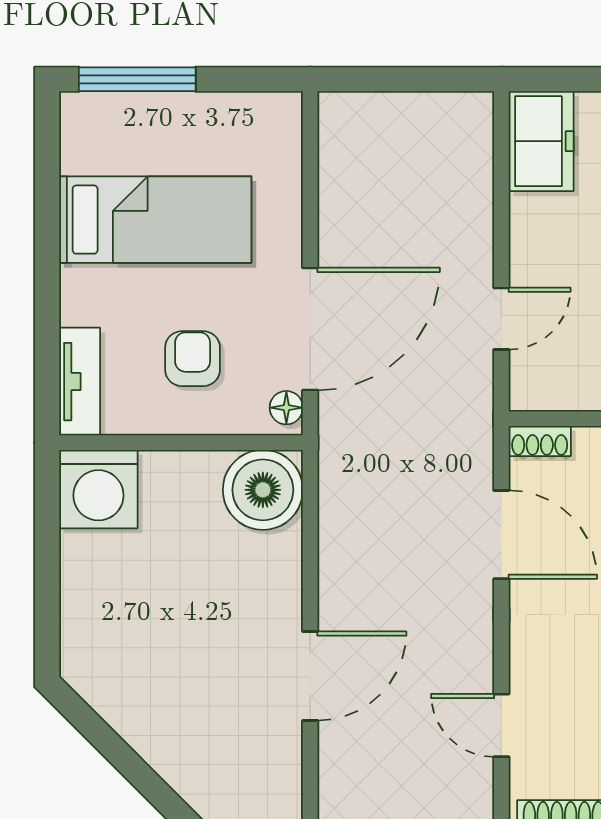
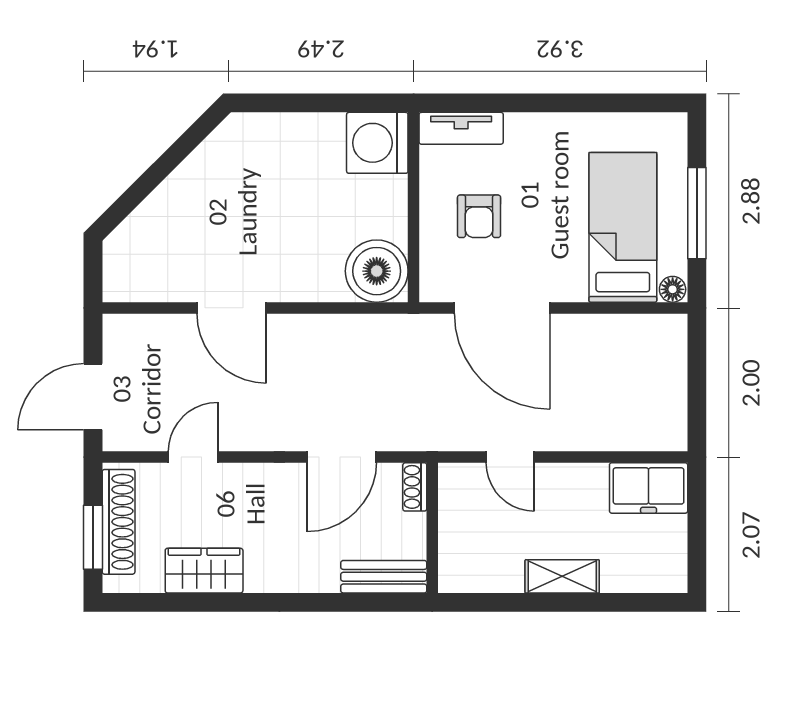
window: (137, 79) -> (697, 213), moved
bed: (155, 220) -> (623, 227), moved, turned 180
armchair: (193, 359) -> (479, 216), turned 90
floor lamp: (286, 408) -> (673, 289), moved

